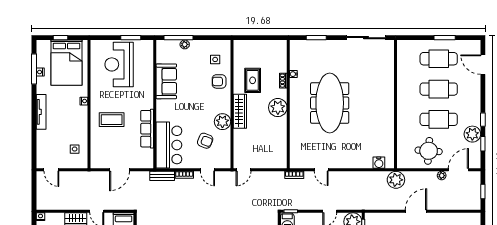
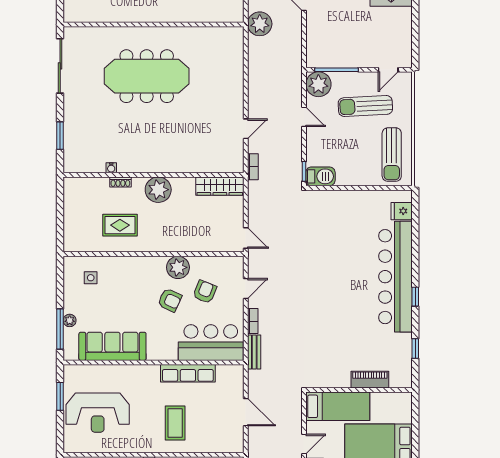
sofa: (166, 81) -> (112, 346), width x1.36
armchair: (219, 81) -> (170, 300), moved, turned -65
meeting table: (330, 103) -> (147, 76), moved
wardrobe: (240, 111) -> (220, 186), moved, turned 180
water cooler: (379, 163) -> (236, 48), removed

